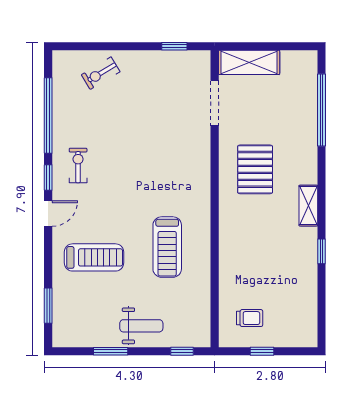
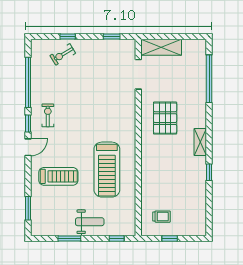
window: (108, 46) -> (68, 37), added
treadmill: (167, 247) -> (107, 170), width x1.37, depth x1.38

